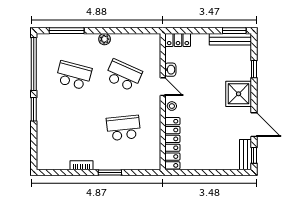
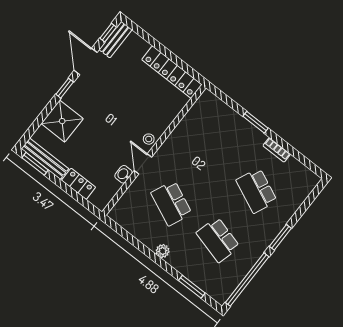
window: (67, 31) -> (192, 287), width x0.69
locker: (178, 40) -> (79, 184), moved
window: (254, 69) -> (65, 88), moved
shower: (239, 94) -> (62, 121), moved
school desk: (124, 128) -> (257, 191), moved, turned 30
locker: (172, 143) -> (172, 72), moved, turned -90

